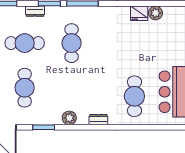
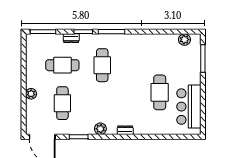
fridge: (139, 13) -> (160, 40), removed
plant: (155, 13) -> (184, 40), moved
cafe table: (134, 96) -> (160, 92), moved

